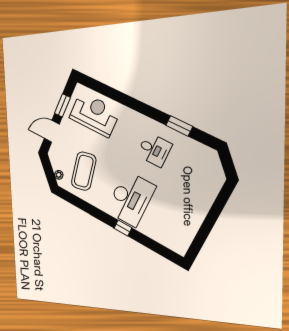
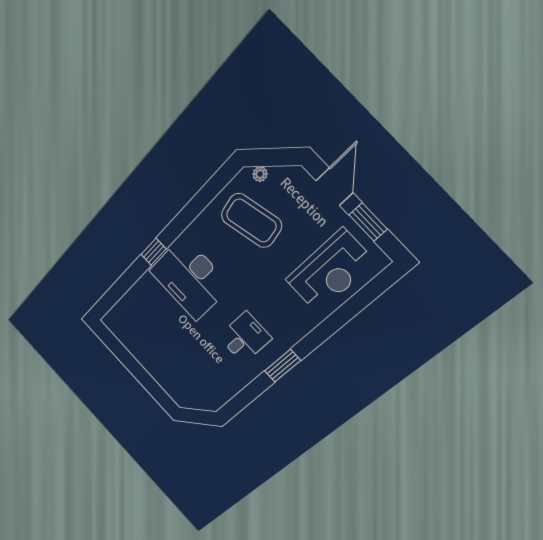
window: (179, 126) -> (283, 366), moved
desk: (154, 150) -> (245, 338), turned 180

